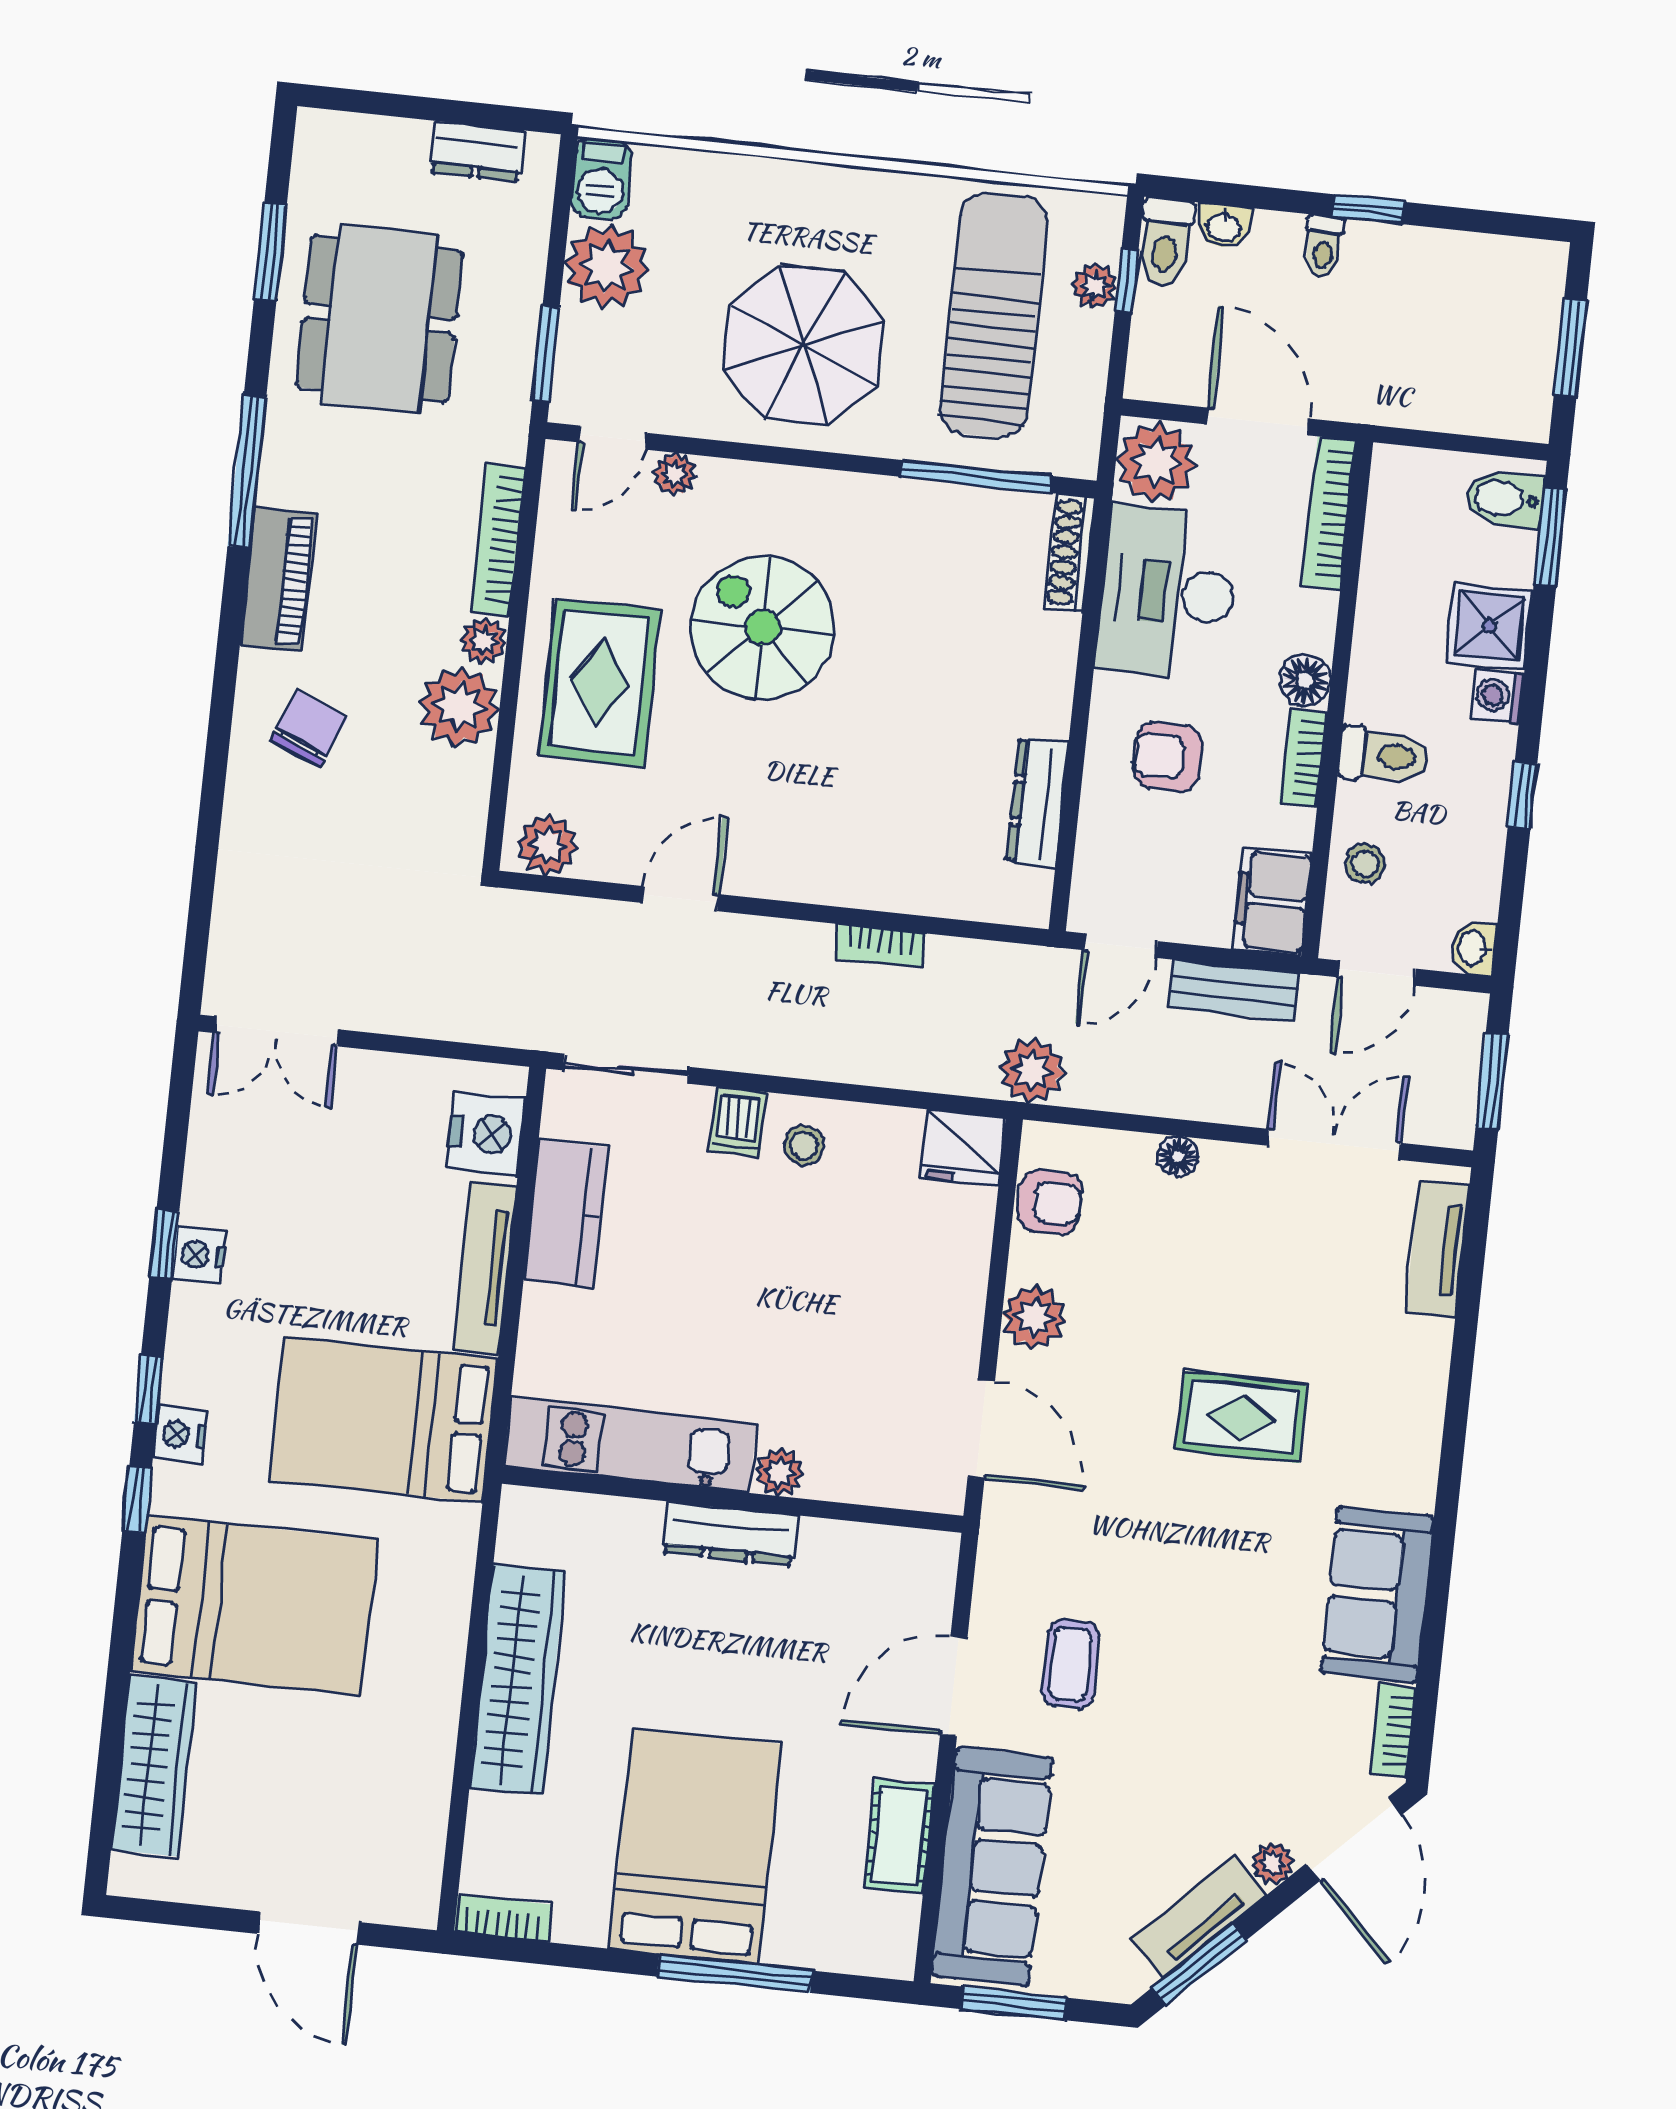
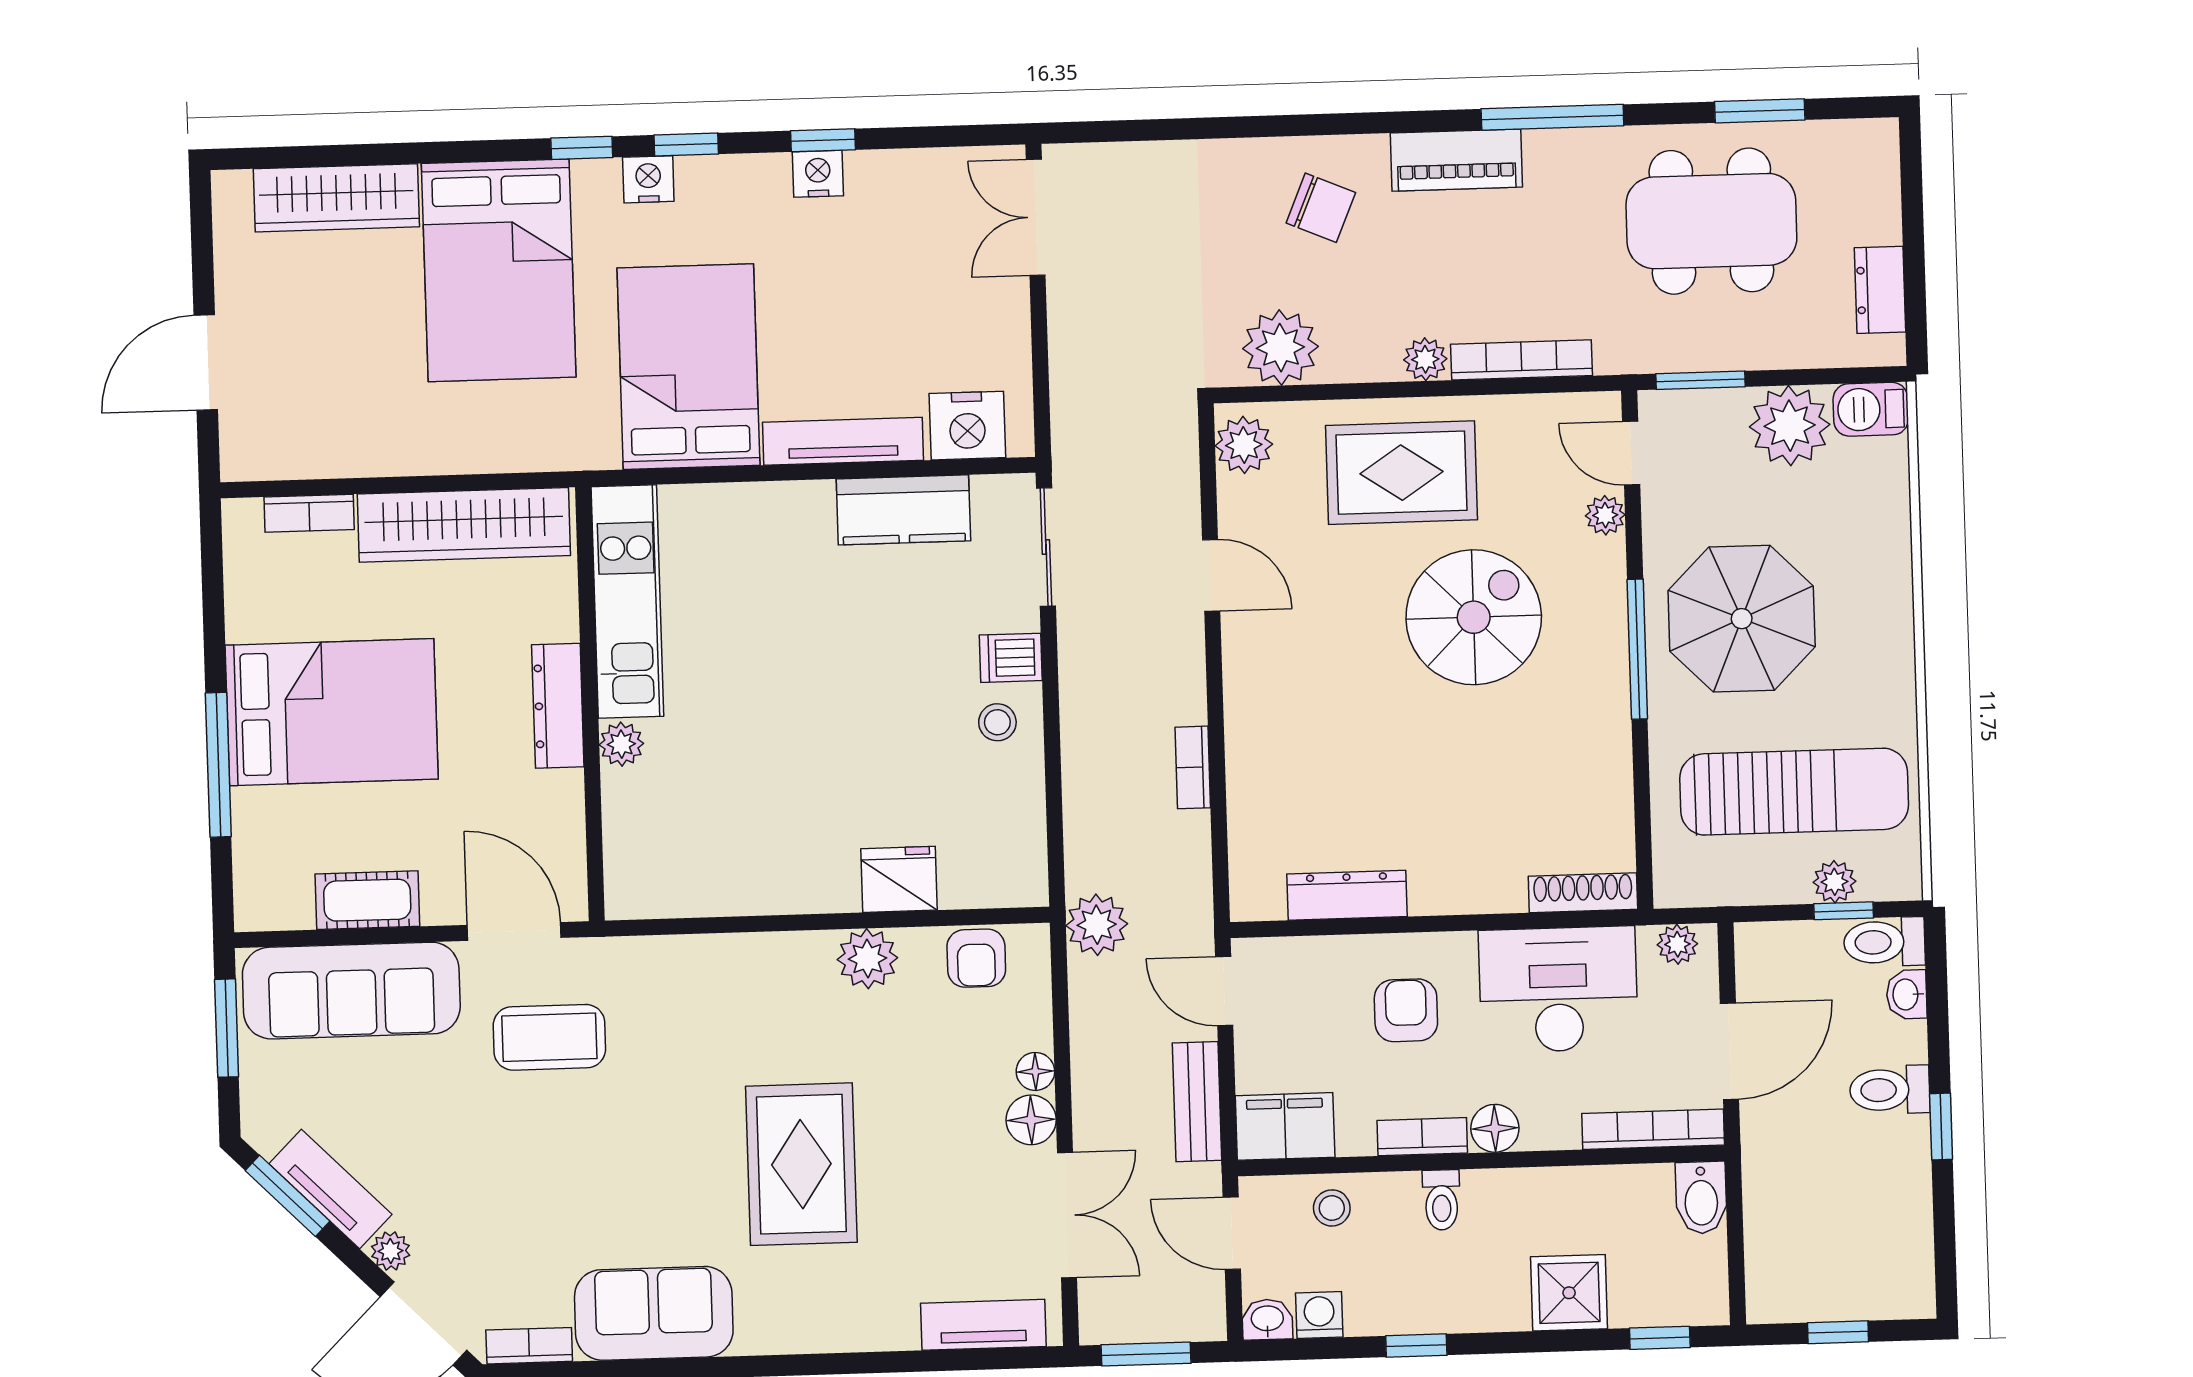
toilet: (1323, 246) -> (1890, 1090), width x1.37, depth x1.39
window: (1570, 348) -> (1838, 1332), width x0.67
plant: (1156, 463) -> (1677, 944), width x0.53, depth x0.53
window: (976, 476) -> (1637, 649), moved
bidet: (1504, 499) -> (1701, 1198), moved, turned 180
window: (1550, 537) -> (1660, 1338), width x0.67
washing machine: (1497, 696) -> (1319, 1315), moved
plant: (459, 707) -> (1280, 348), moved
toilet: (1384, 756) -> (1441, 1200), width x0.73, depth x0.72
fridge: (963, 1147) -> (899, 879), moved, turned 90
floor lamp: (1228, 1168) -> (1031, 1120), added
rug: (1241, 1417) -> (801, 1164), width x1.36, depth x1.43
door: (981, 1429) -> (756, 924), removed
kitchen unit: (630, 1445) -> (627, 601), moved
plant: (780, 1472) -> (621, 744), moved
wall: (733, 1500) -> (590, 704), moved
dresser: (730, 1534) -> (558, 706), moved
coffee table: (1071, 1664) -> (549, 1037), width x1.36, depth x1.30
bookcase: (503, 1918) -> (309, 513), moved, turned 90

